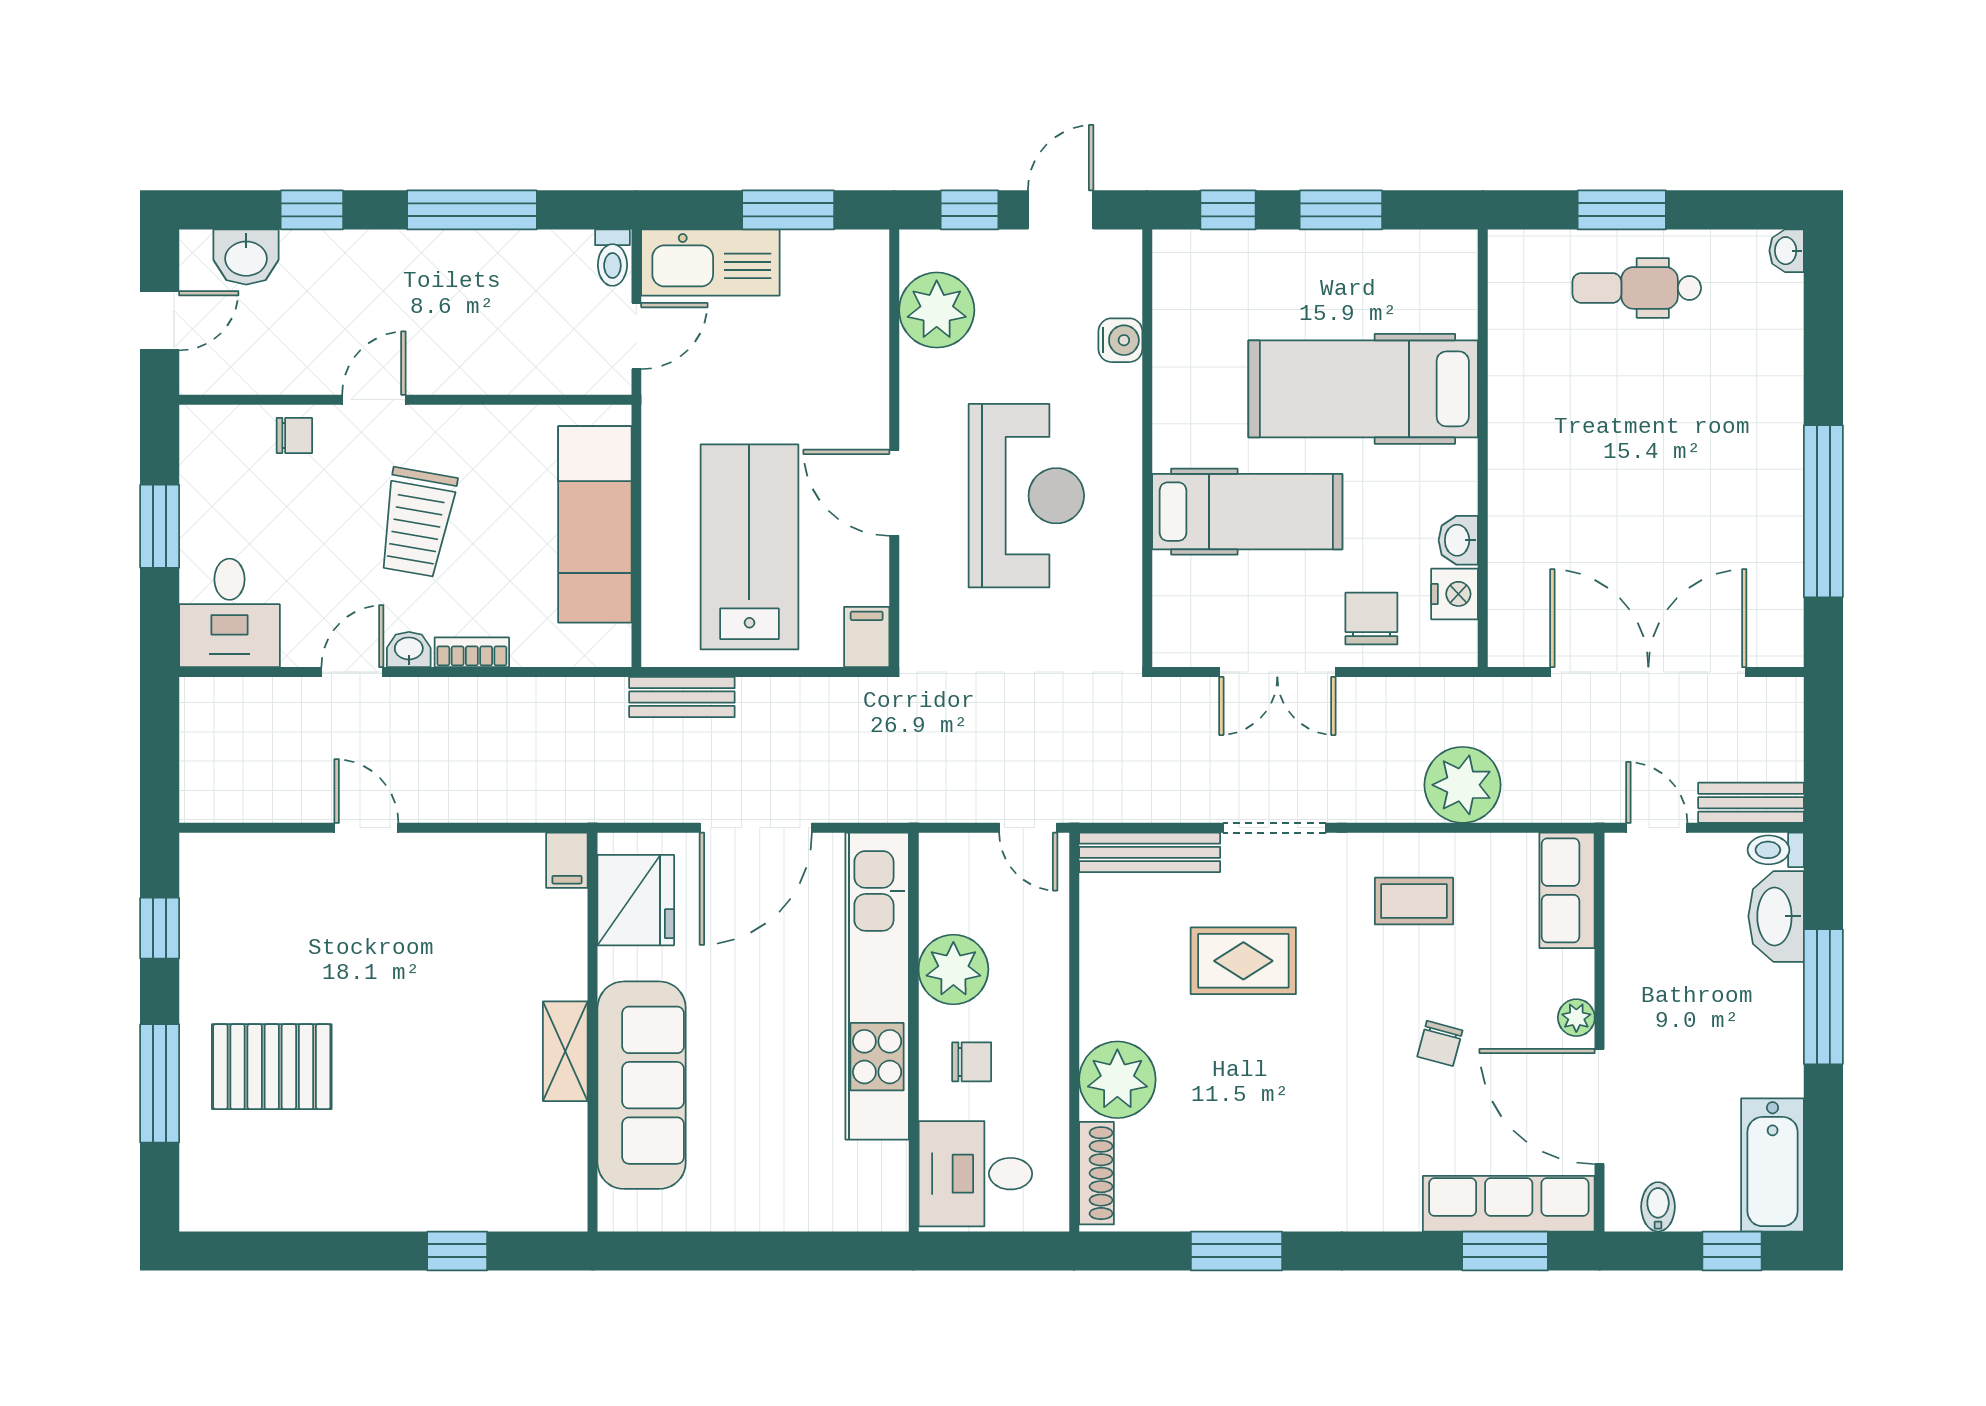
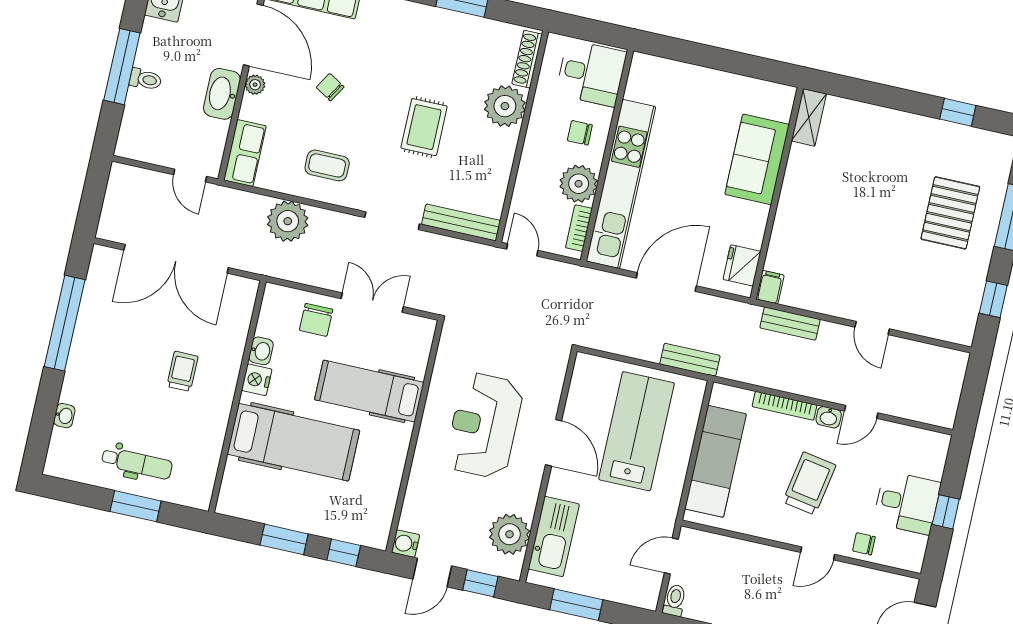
washbasin: (1787, 251) -> (64, 416), moved
kitchen sink: (710, 263) -> (554, 536), moved, turned 90
water cooler: (1120, 340) -> (405, 544), moved
trolley: (1592, 472) -> (182, 371), added
window: (160, 526) -> (946, 512), width x0.67
lab bench: (749, 547) -> (636, 431), turned 180
nightstand: (1455, 594) -> (257, 380), moved
desk: (229, 613) -> (907, 503), moved, turned 90
filing cabinet: (867, 637) -> (585, 370), removed
bookcase: (472, 652) -> (785, 406), width x1.56
bench: (1751, 803) -> (790, 324), moved
toilet: (1776, 850) -> (146, 79), moved
bookcase: (935, 890) -> (579, 228), added
fridge: (636, 900) -> (742, 265), width x0.73, depth x0.75
washbasin: (1776, 916) -> (222, 94), moved, turned 180
rug: (1243, 961) -> (424, 127), moved, turned 90
chair: (1440, 1043) -> (330, 87), turned -74
shelving: (565, 1051) -> (809, 117), moved
pallet: (272, 1067) -> (950, 213), turned 90
sofa: (642, 1085) -> (757, 159), width x0.73
window: (457, 1251) -> (958, 112), moved

